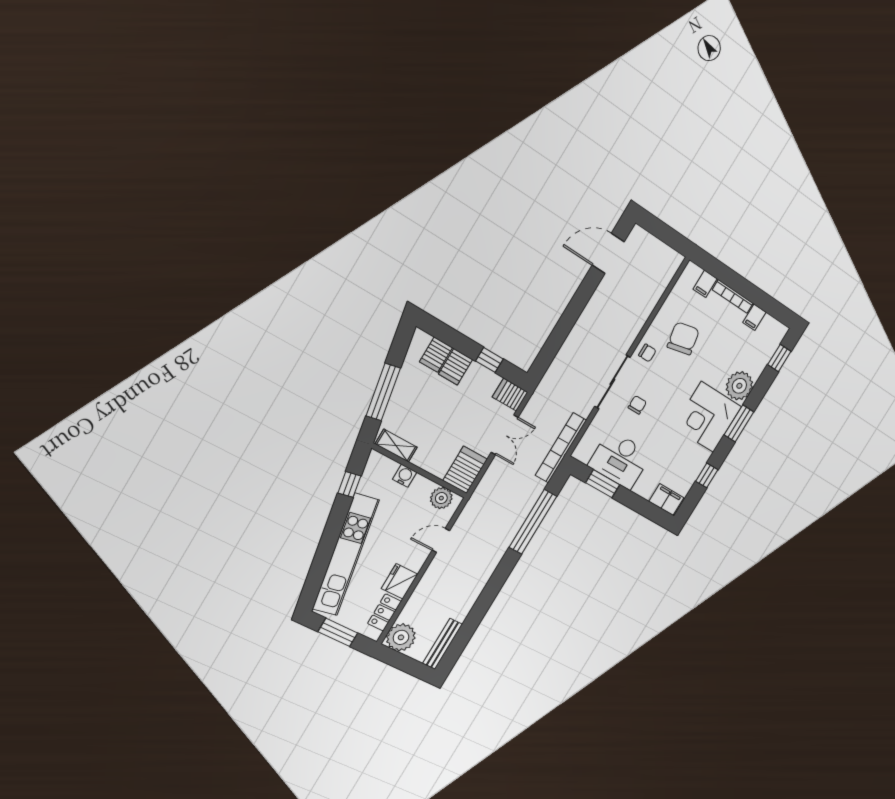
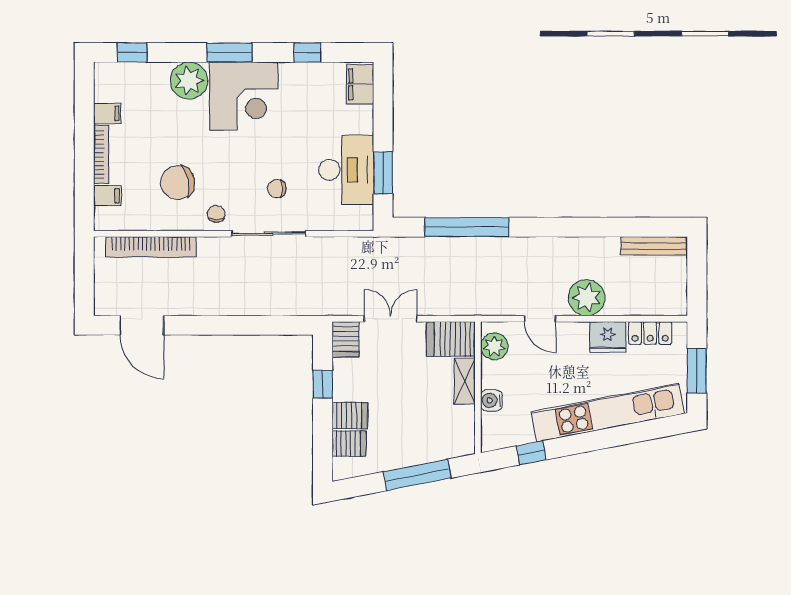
shelving: (396, 446) -> (465, 381), moved
bookcase: (561, 448) -> (151, 247), moved
plant: (401, 637) -> (587, 298), moved

